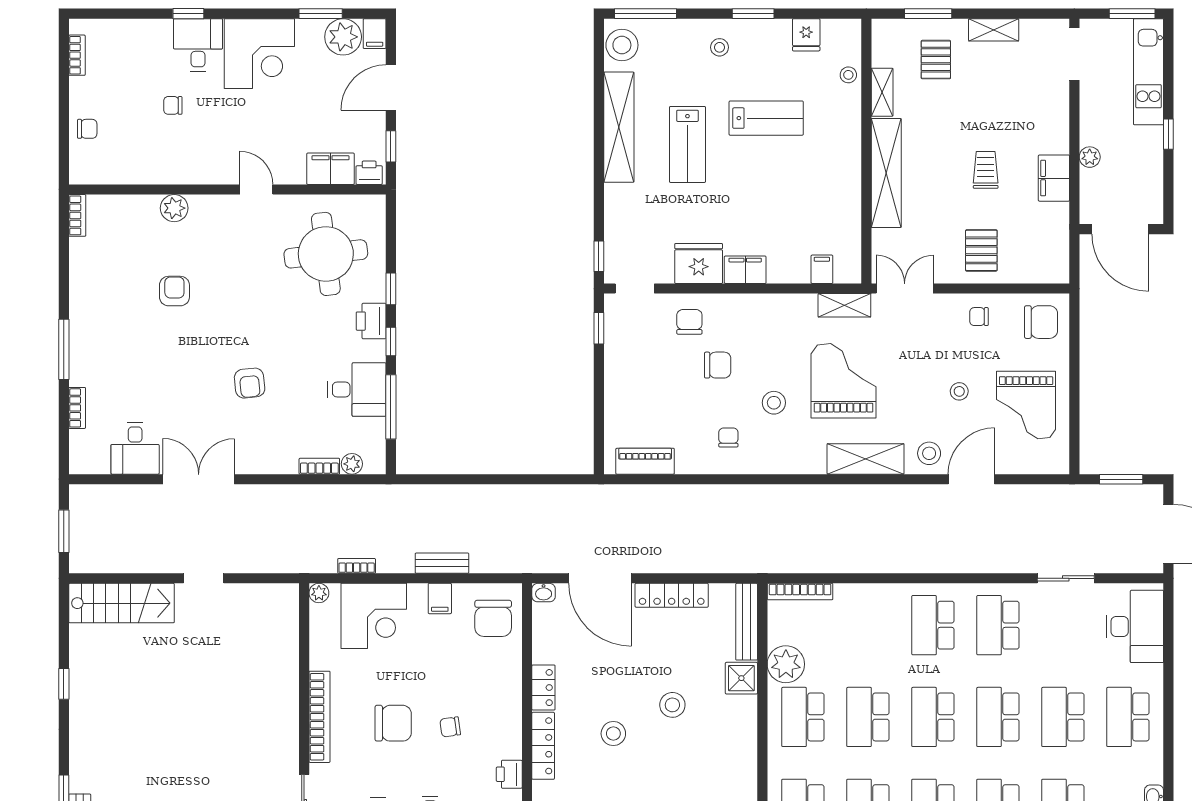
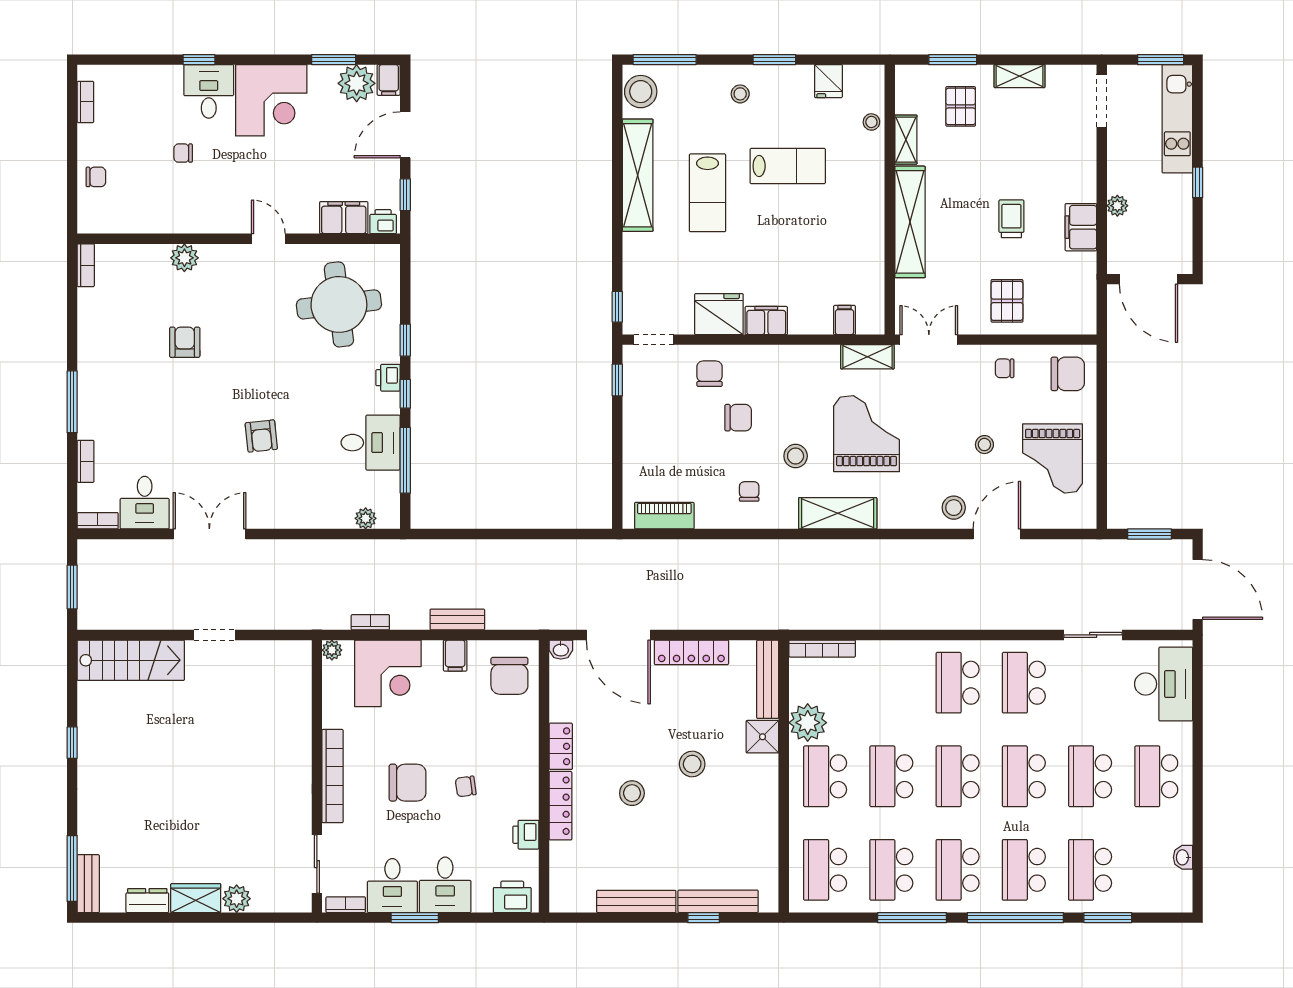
printer: (371, 321) -> (388, 378), width x0.73, depth x0.81
shelving: (866, 459) -> (838, 513), moved
bookcase: (319, 466) -> (98, 521), moved

